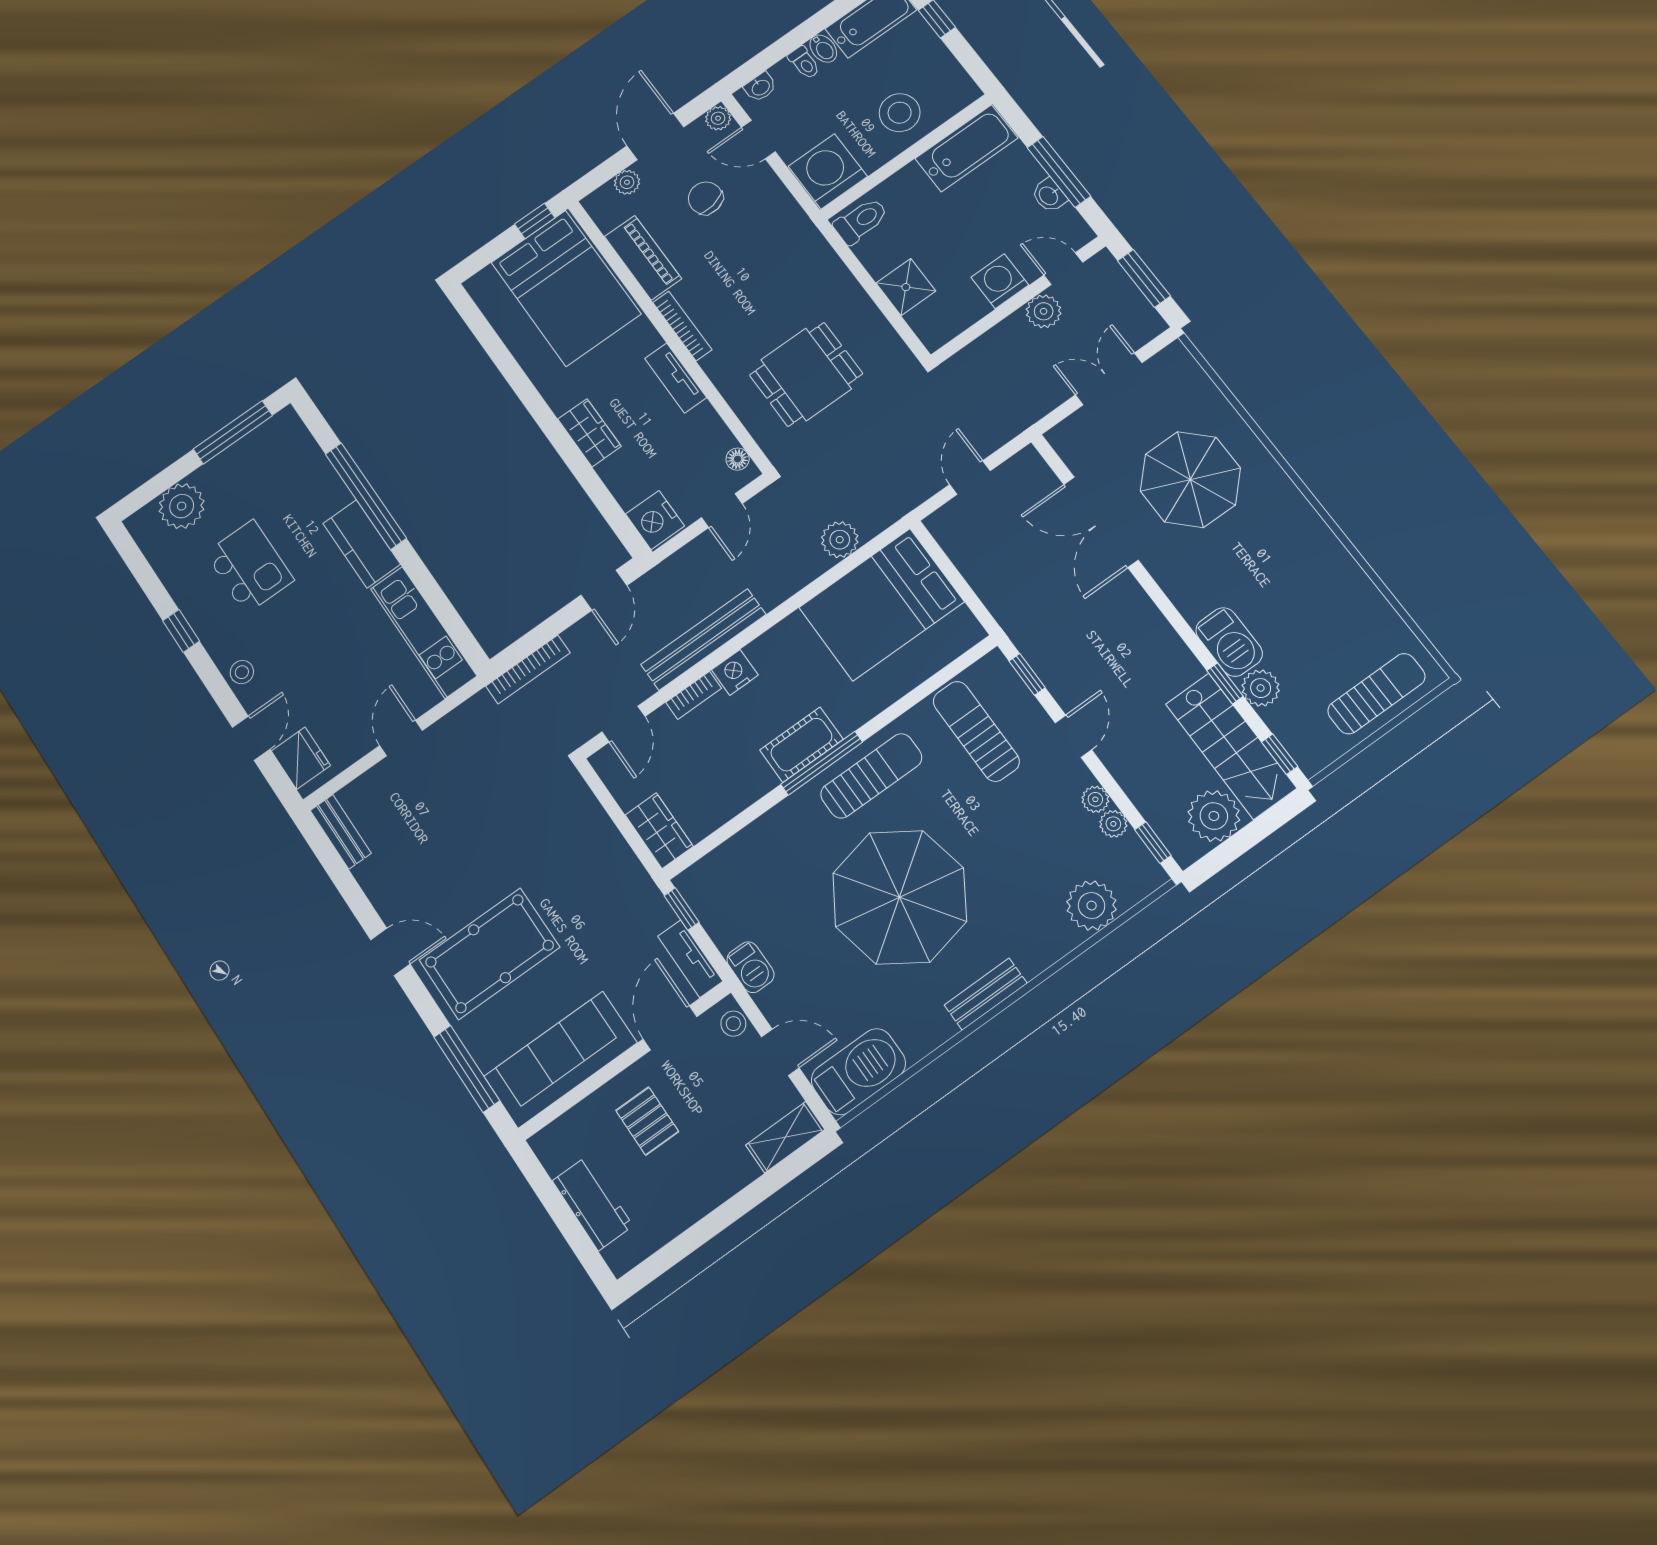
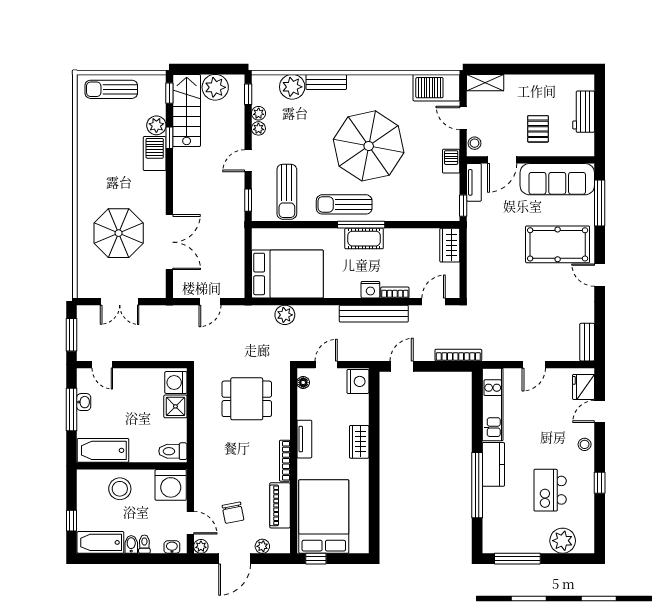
washing machine: (1000, 281) -> (176, 383), moved, turned 90
plant: (1044, 311) -> (125, 352), removed
bench: (986, 994) -> (326, 82), moved

